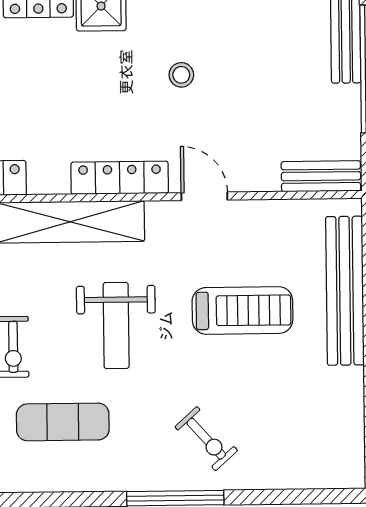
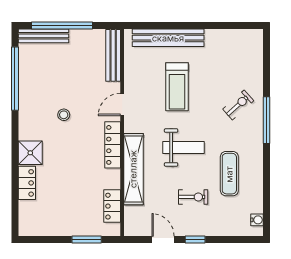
bench: (321, 176) -> (113, 55), width x1.36
treadmill: (242, 310) -> (177, 87), turned 180

